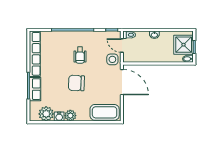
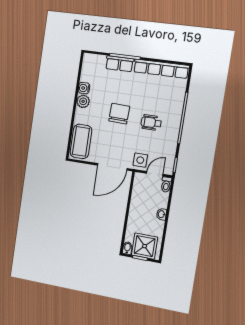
plant: (46, 114) -> (89, 73), removed

